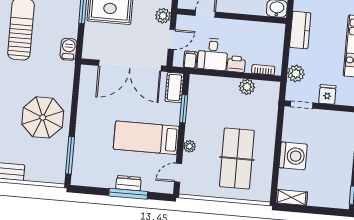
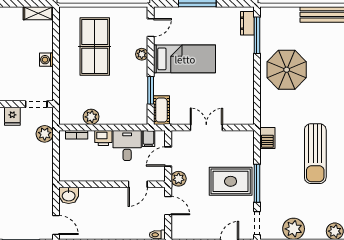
kitchen counter: (300, 30) -> (44, 176), removed
double door: (130, 66) -> (206, 127), width x0.54
washing machine: (293, 156) -> (46, 60), width x0.53, depth x0.53
dresser: (128, 183) -> (247, 23), moved, turned 90

